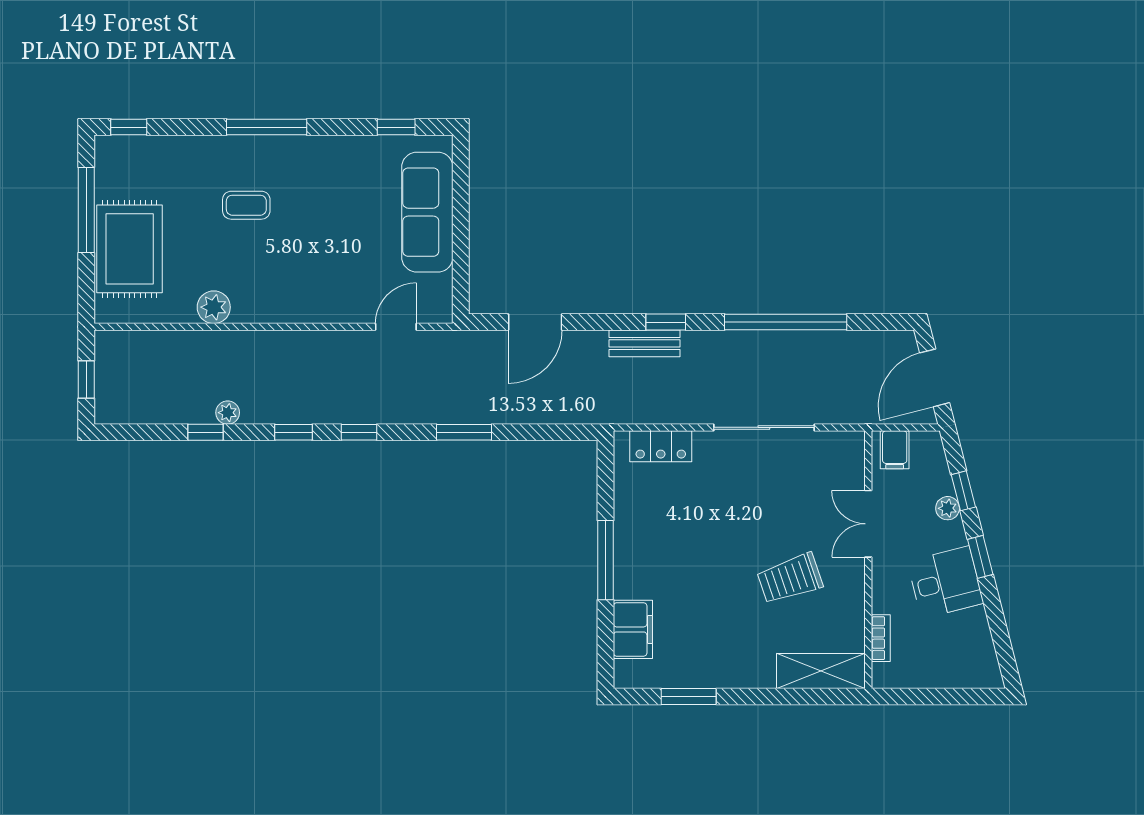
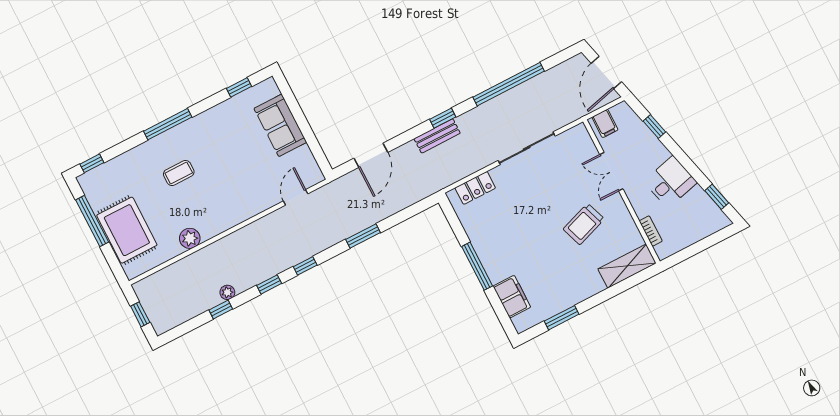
sofa: (427, 212) -> (280, 125), width x0.73
plant: (948, 508) -> (651, 141), removed
window: (980, 557) -> (717, 197), moved

